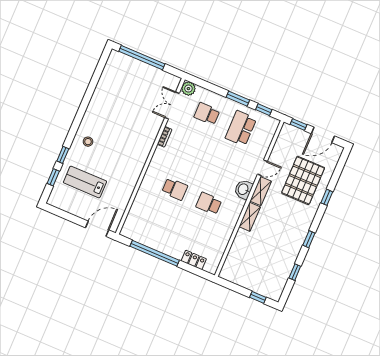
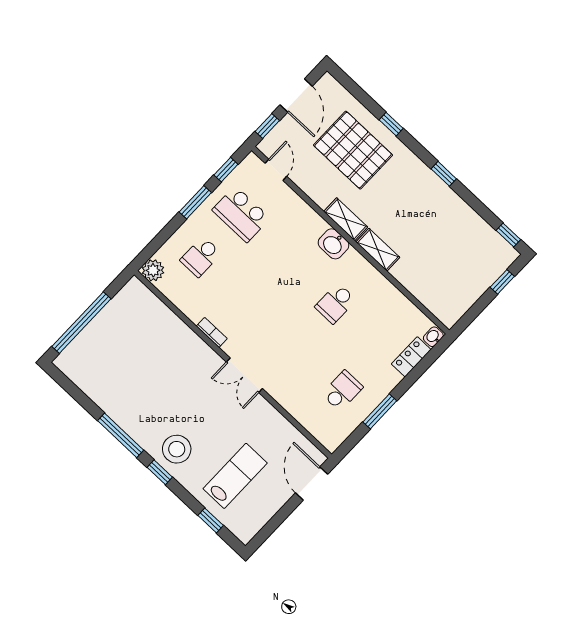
window: (84, 105) -> (121, 435), added
double door: (172, 105) -> (244, 375), moved
stool: (88, 142) -> (177, 449), width x1.89, depth x1.89
window: (63, 155) -> (160, 472), moved
door: (262, 168) -> (276, 170), moved
lab bench: (85, 182) -> (235, 476), turned 180
school desk: (175, 189) -> (342, 391), moved
window: (155, 253) -> (380, 411), width x0.47
washbasin: (210, 269) -> (433, 337), added
window: (295, 272) -> (508, 235), moved

